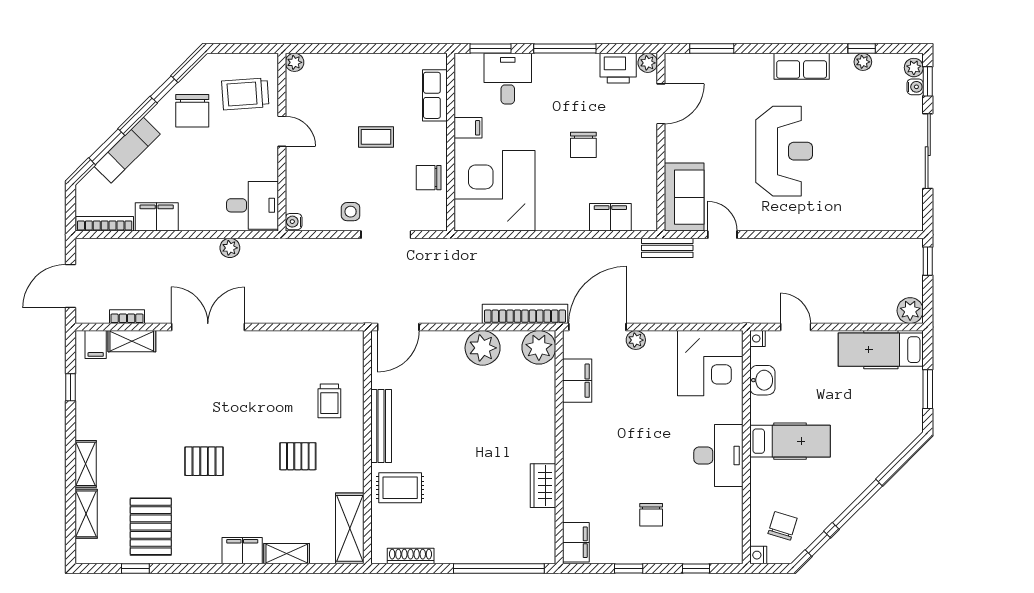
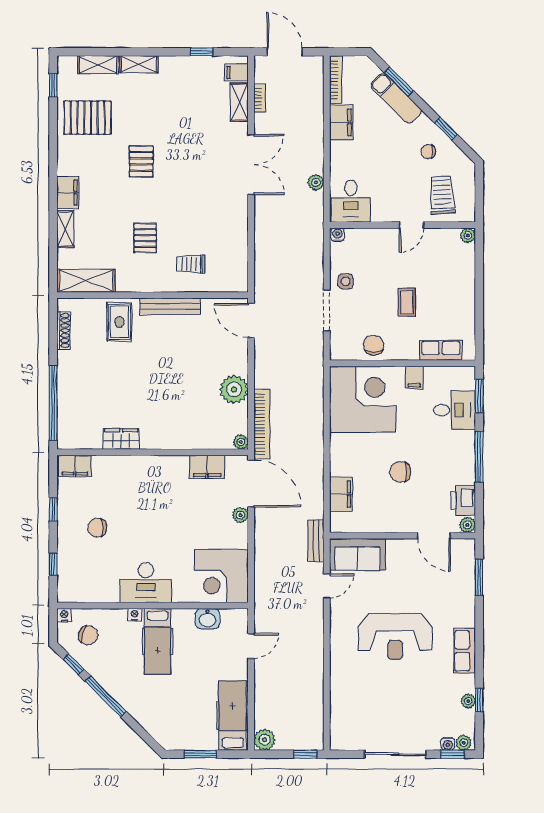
chair: (192, 111) -> (428, 152), width x0.54, depth x0.54
nightstand: (757, 339) -> (135, 615), moved
plant: (539, 347) -> (241, 442), width x0.53, depth x0.53
window: (135, 569) -> (53, 85), moved

